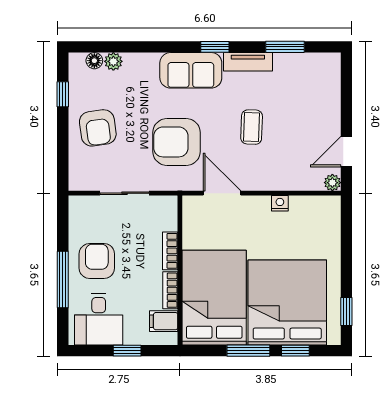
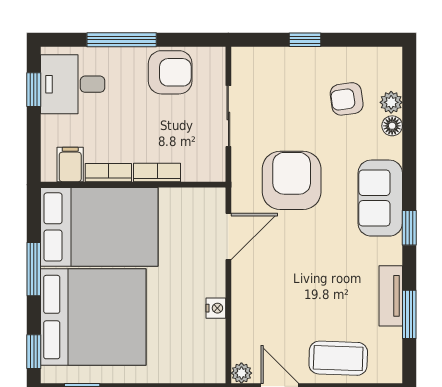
floor lamp: (94, 61) -> (392, 126), moved
tv unit: (248, 62) -> (391, 296), moved
window: (63, 94) -> (305, 40), moved
coffee table: (252, 127) -> (338, 358), moved, width x1.36, depth x1.30
armchair: (98, 128) -> (347, 99), moved, width x0.72, depth x0.72
armchair: (97, 261) -> (170, 72), moved
window: (127, 351) -> (34, 90), moved
window: (295, 351) -> (34, 352), moved

